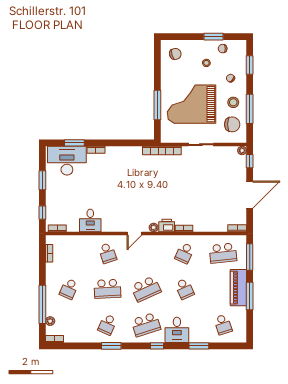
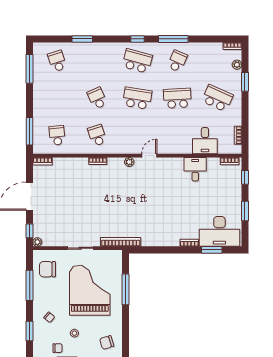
stool: (233, 102) -> (46, 292), removed
grand piano: (192, 104) -> (90, 290), turned -90
printer: (167, 225) -> (116, 164), removed
school desk: (107, 253) -> (177, 135), removed
school desk: (184, 253) -> (97, 135), turned -42
school desk: (223, 253) -> (57, 135), width x0.54
piano: (238, 288) -> (41, 99), removed
school desk: (69, 289) -> (217, 98), width x1.85
school desk: (146, 289) -> (137, 98), turned 33
window: (250, 296) -> (30, 69), moved
window: (42, 304) -> (245, 82), width x0.47
school desk: (146, 325) -> (137, 61), turned 33
desk: (177, 330) -> (205, 141), moved, turned 180
window: (111, 346) -> (173, 39), width x1.44
window: (157, 346) -> (138, 39), moved

